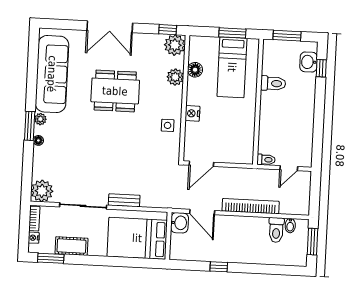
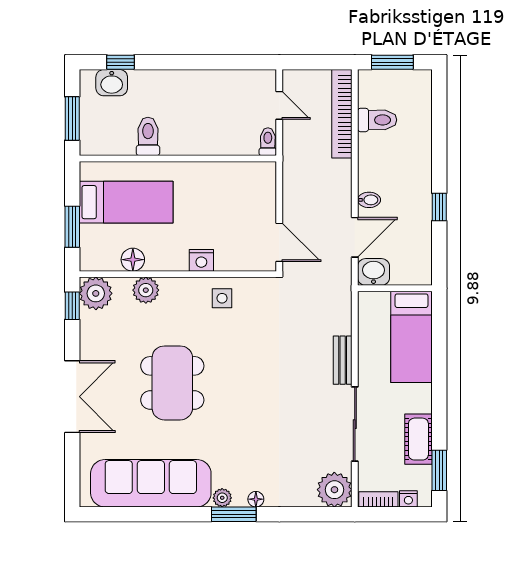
window: (232, 33) -> (72, 227), moved
bookcase: (251, 206) -> (342, 114), moved
bidet: (290, 226) -> (369, 200), moved
bed: (137, 238) -> (412, 337), width x0.67

